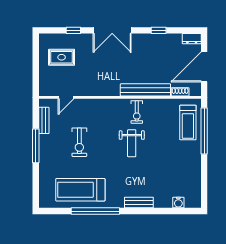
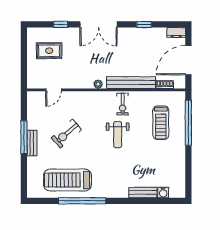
plant: (112, 91) -> (98, 84), added
bench: (44, 120) -> (32, 143), moved
treadmill: (188, 123) -> (161, 123), moved
exercise bike: (79, 142) -> (67, 134), turned 49
bench: (139, 202) -> (143, 192), moved

